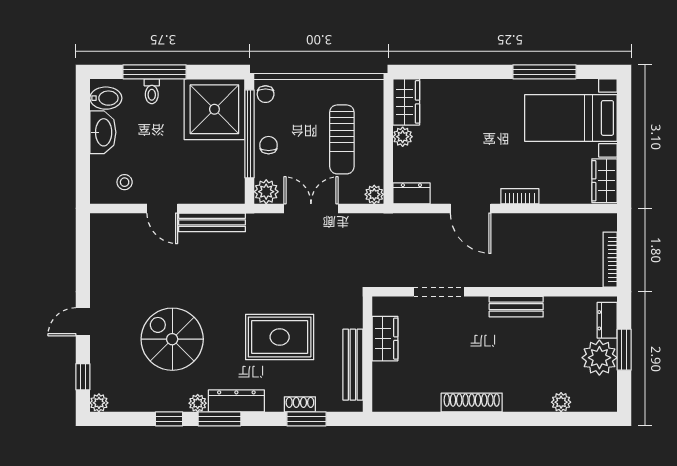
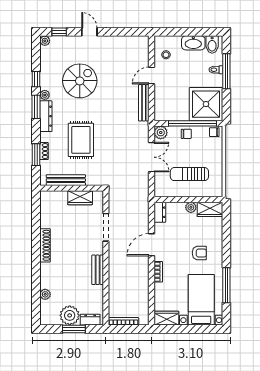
armchair: (486, 121) -> (199, 253), added
plant: (374, 194) -> (159, 192), removed

